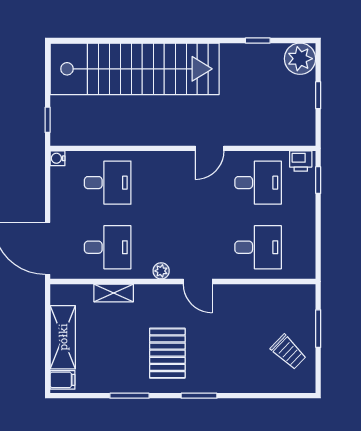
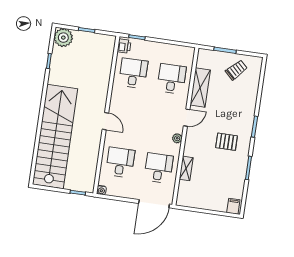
door: (210, 148) -> (105, 121), moved
shelving: (63, 337) -> (200, 88), moved, turned 90
pallet: (167, 353) -> (227, 142), width x0.67, depth x0.71

